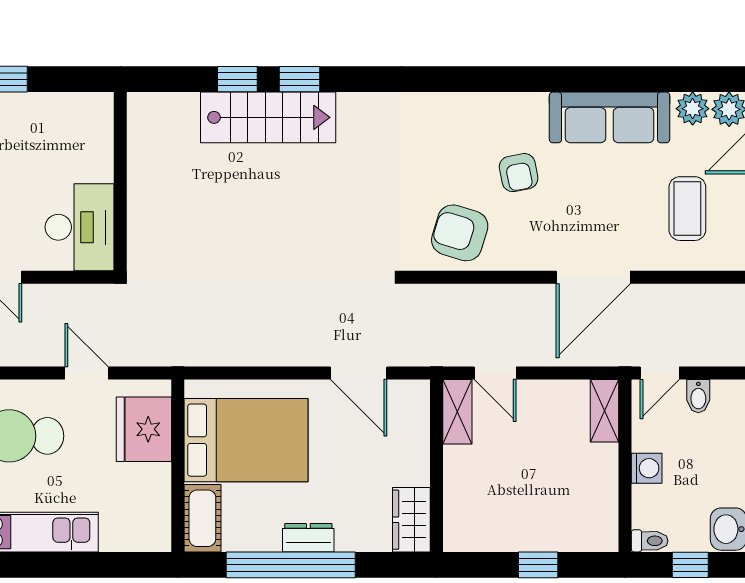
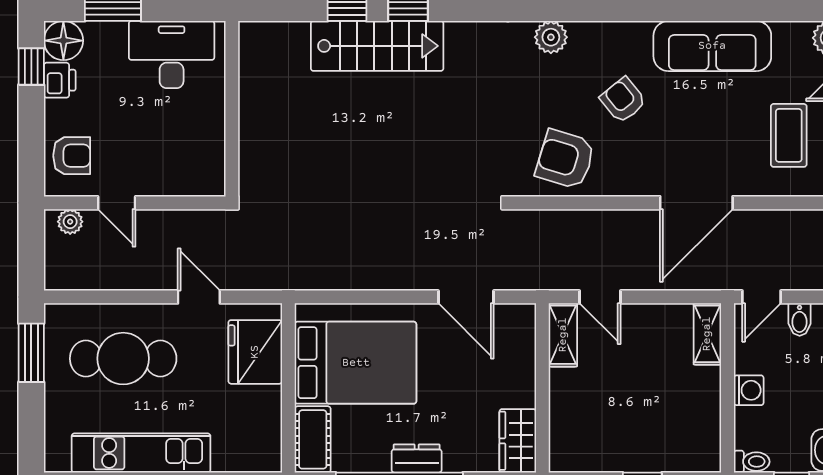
plant: (693, 109) -> (551, 37), moved
armchair: (519, 173) -> (623, 100), turned 152
desk: (80, 227) -> (172, 55), moved, turned -90

